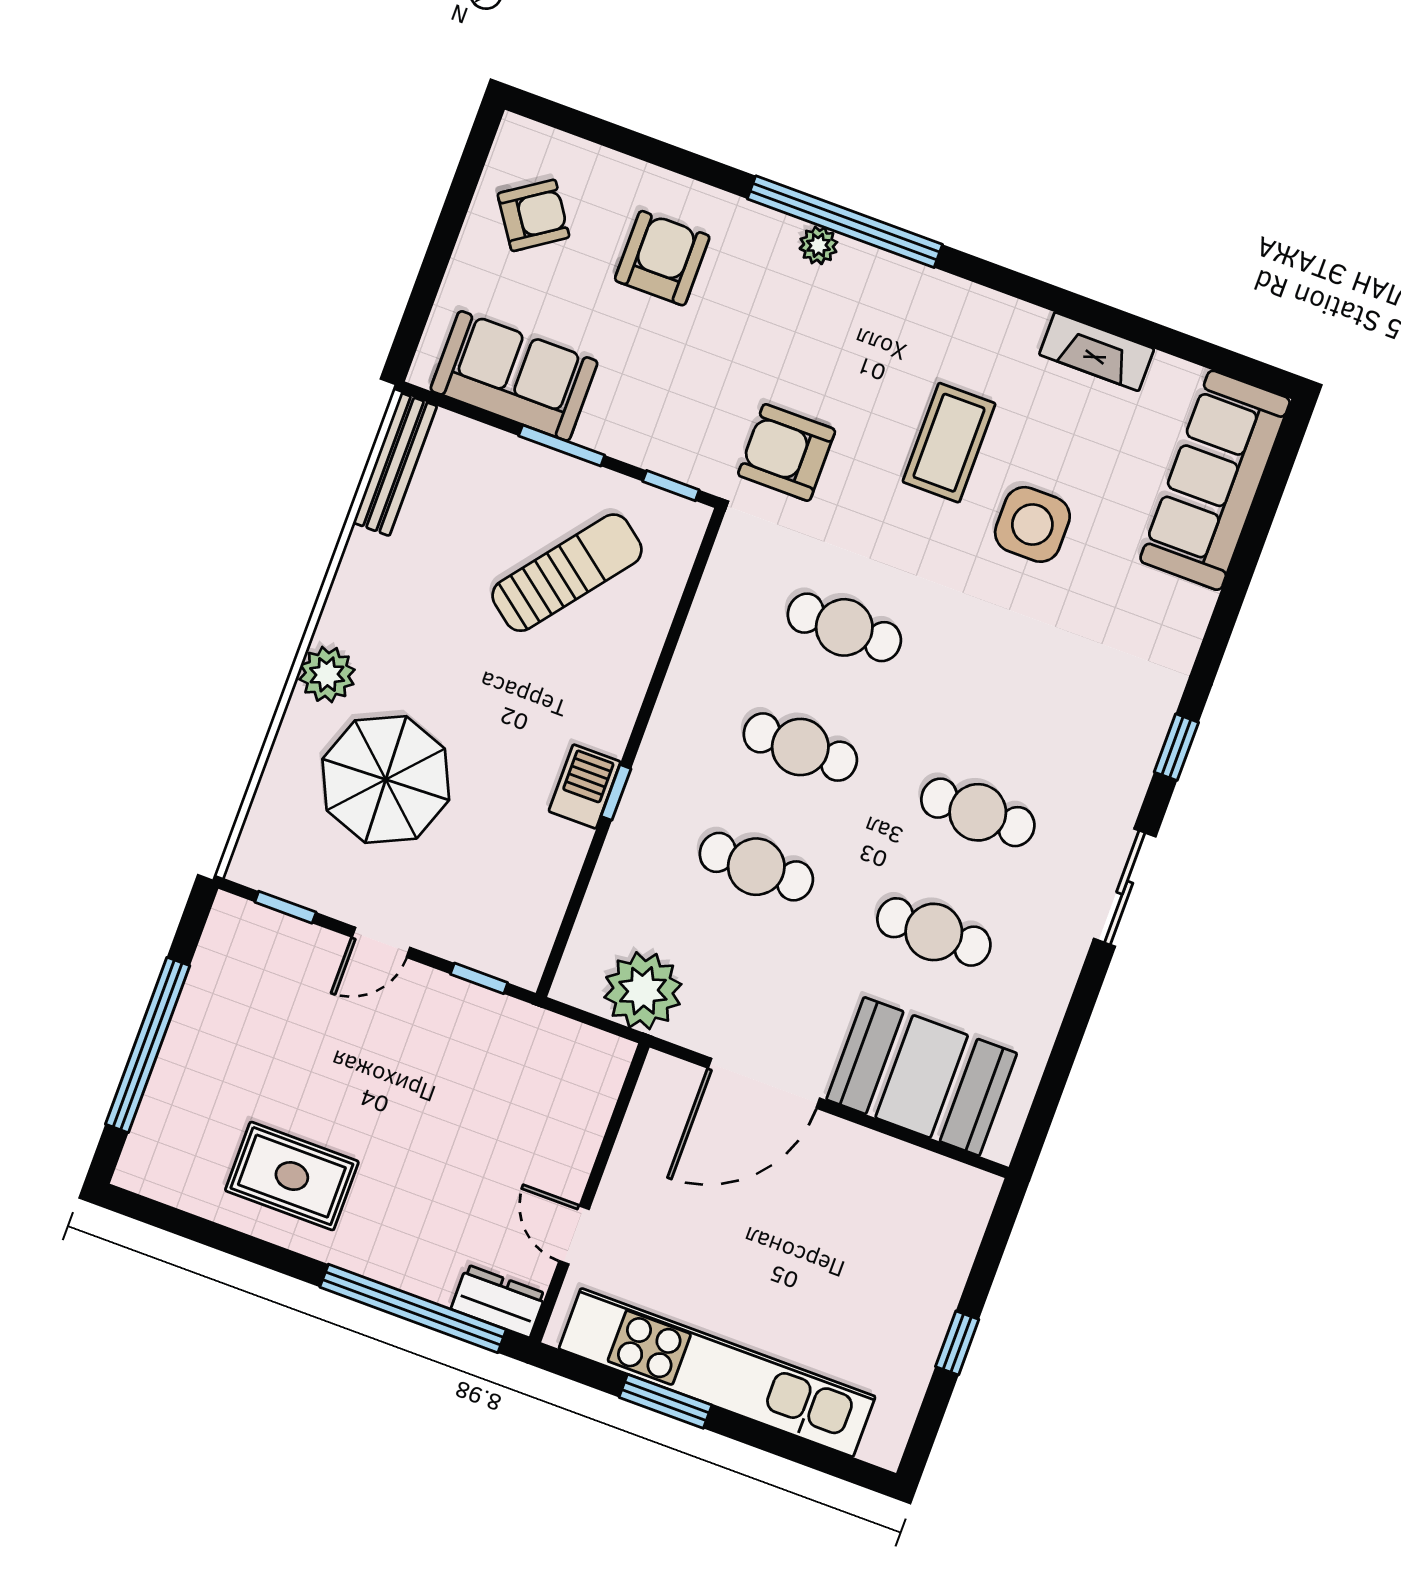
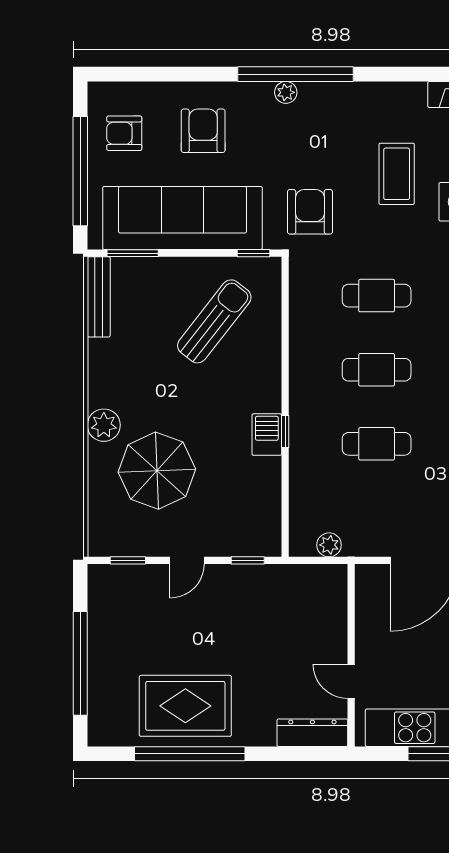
armchair: (534, 215) -> (124, 133), turned -146
window: (440, 250) -> (80, 171), added
sofa: (514, 376) -> (183, 218), width x1.85, depth x1.27
window: (562, 445) -> (133, 253), moved
armchair: (787, 452) -> (310, 212), turned 90
plant: (643, 991) -> (329, 545), width x0.53, depth x0.53
rug: (292, 1176) -> (185, 706), width x1.36, depth x1.43
dresser: (498, 1301) -> (312, 733), width x1.44
window: (413, 1308) -> (190, 754), moved

